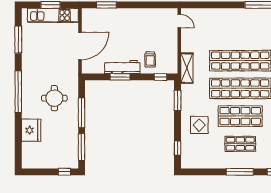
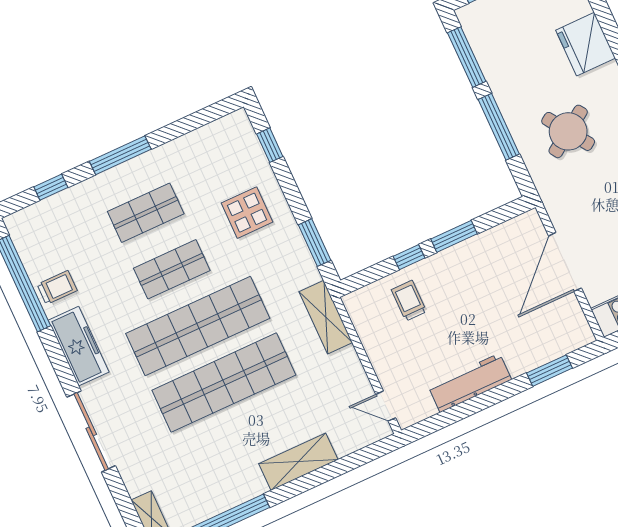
shelving: (225, 15) -> (298, 462), added
workbench: (122, 67) -> (470, 383), moved, turned 180
window: (160, 77) -> (409, 257), moved
round table: (54, 98) -> (568, 131), turned -34
shop shelf: (240, 116) -> (172, 269), width x0.70, depth x0.74

